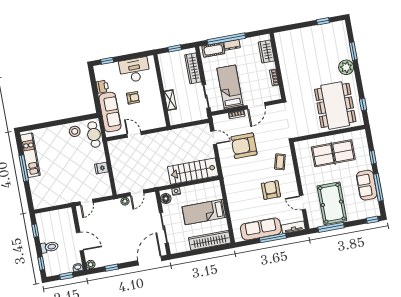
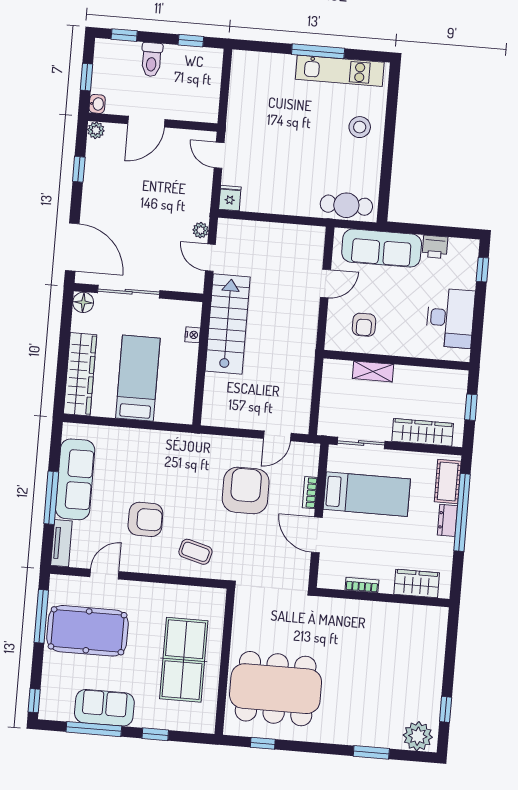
plant: (346, 67) -> (418, 736), moved
armchair: (133, 98) -> (364, 325), moved
stool: (75, 131) -> (360, 127), moved
fridge: (101, 168) -> (230, 198), moved
stairs: (193, 171) -> (228, 324), moved
floor lamp: (166, 199) -> (83, 302), moved

